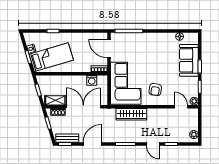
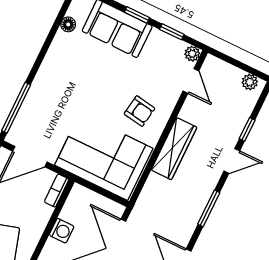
washing machine: (92, 80) -> (62, 231), moved
door: (181, 107) -> (191, 81), swing flipped
wardrobe: (131, 114) -> (174, 149), moved

